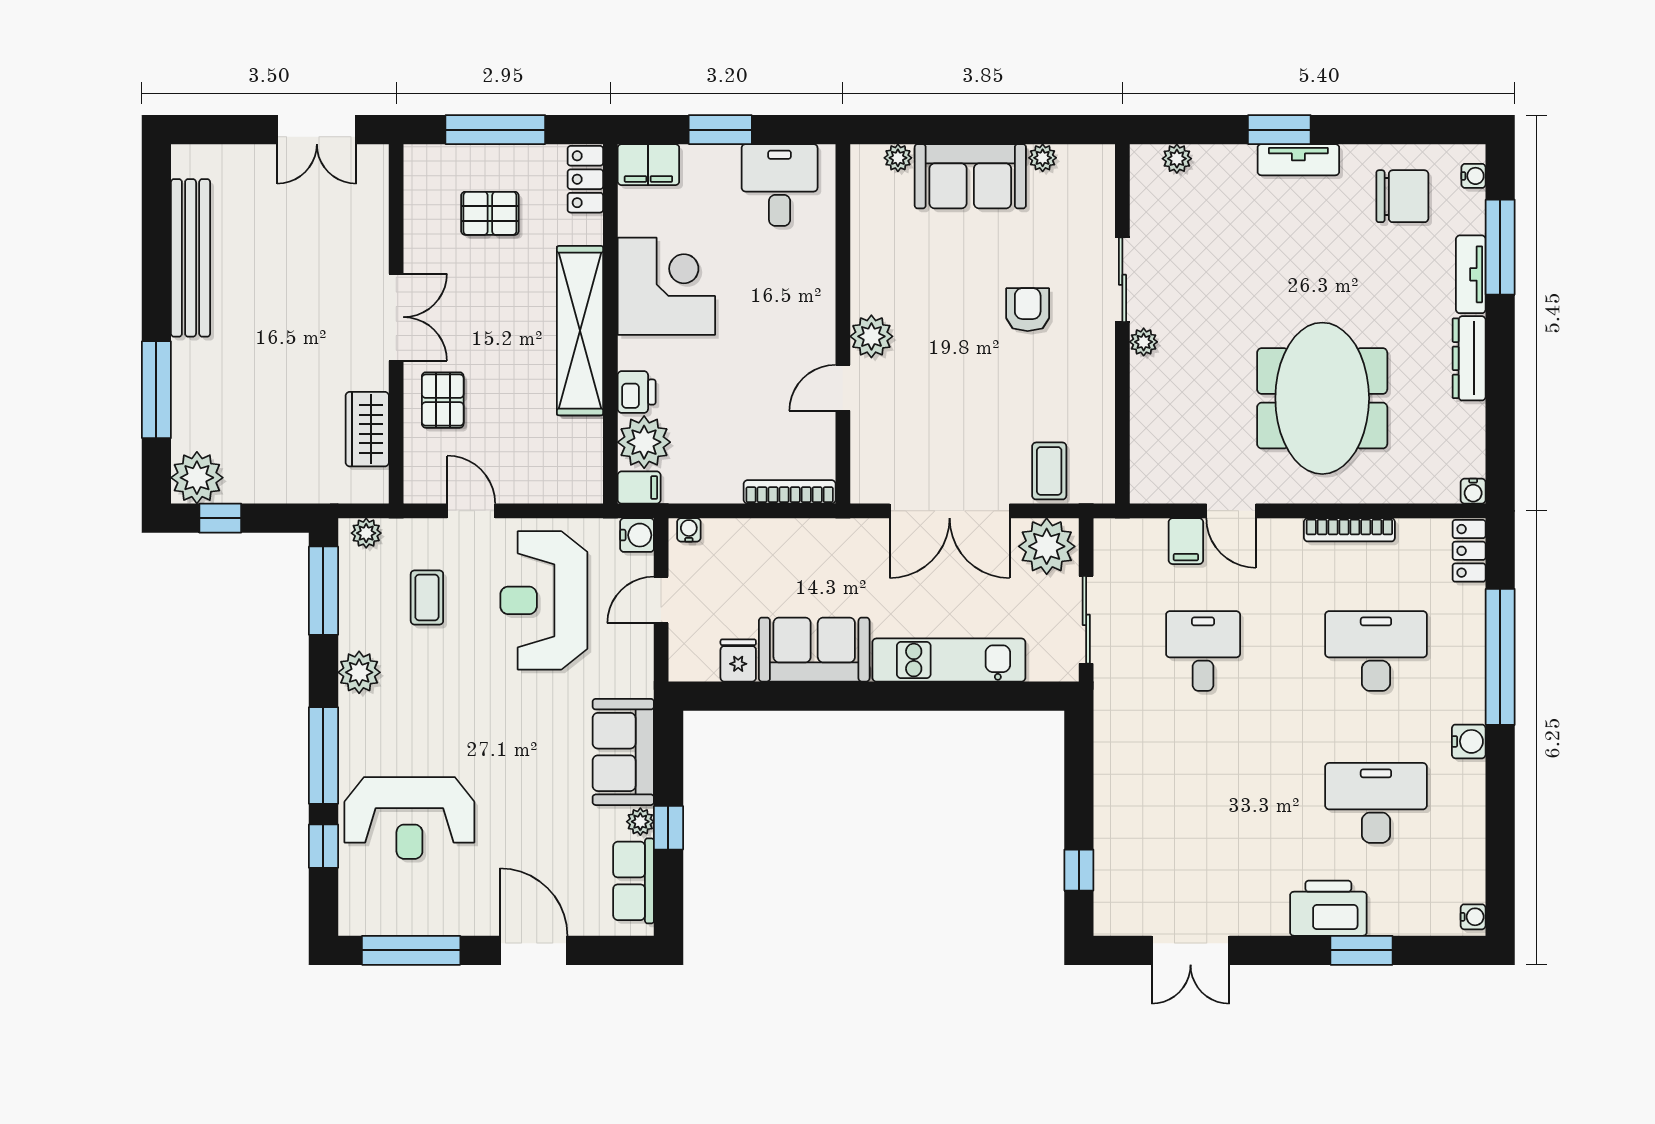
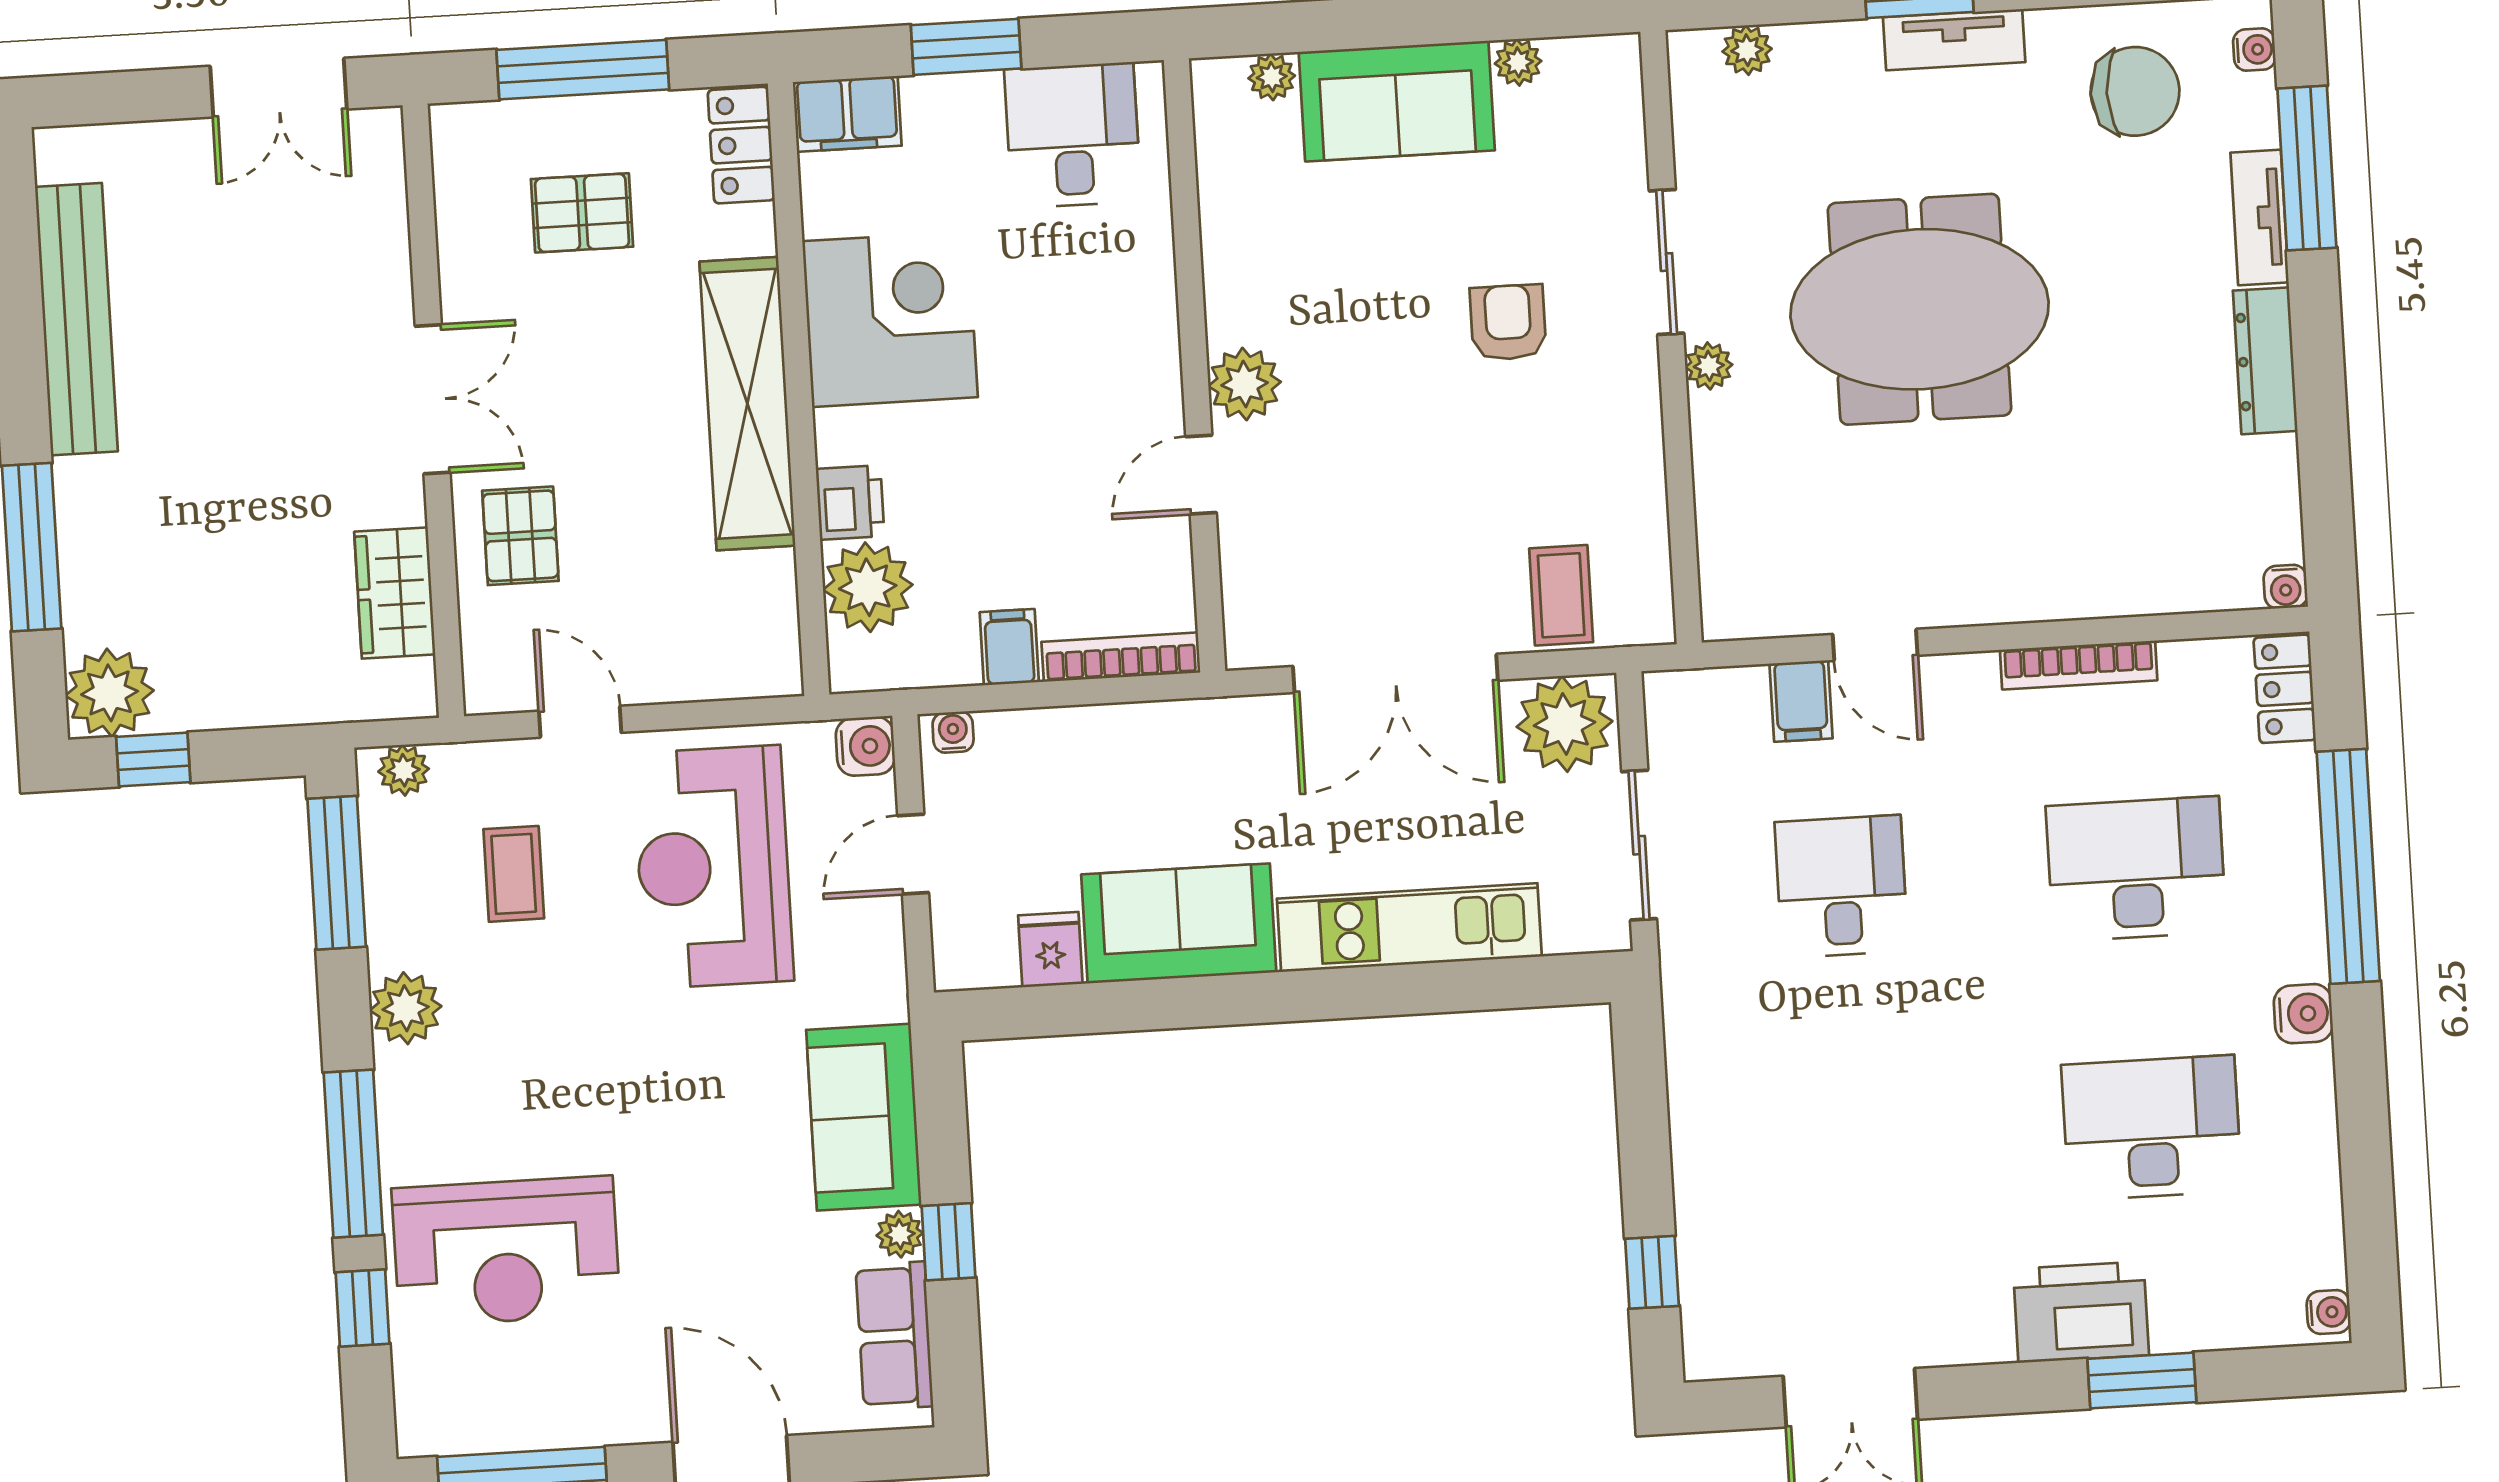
meeting table: (1322, 398) -> (1920, 309), moved, turned 90
filing cabinet: (639, 488) -> (1009, 647), moved, turned -90

